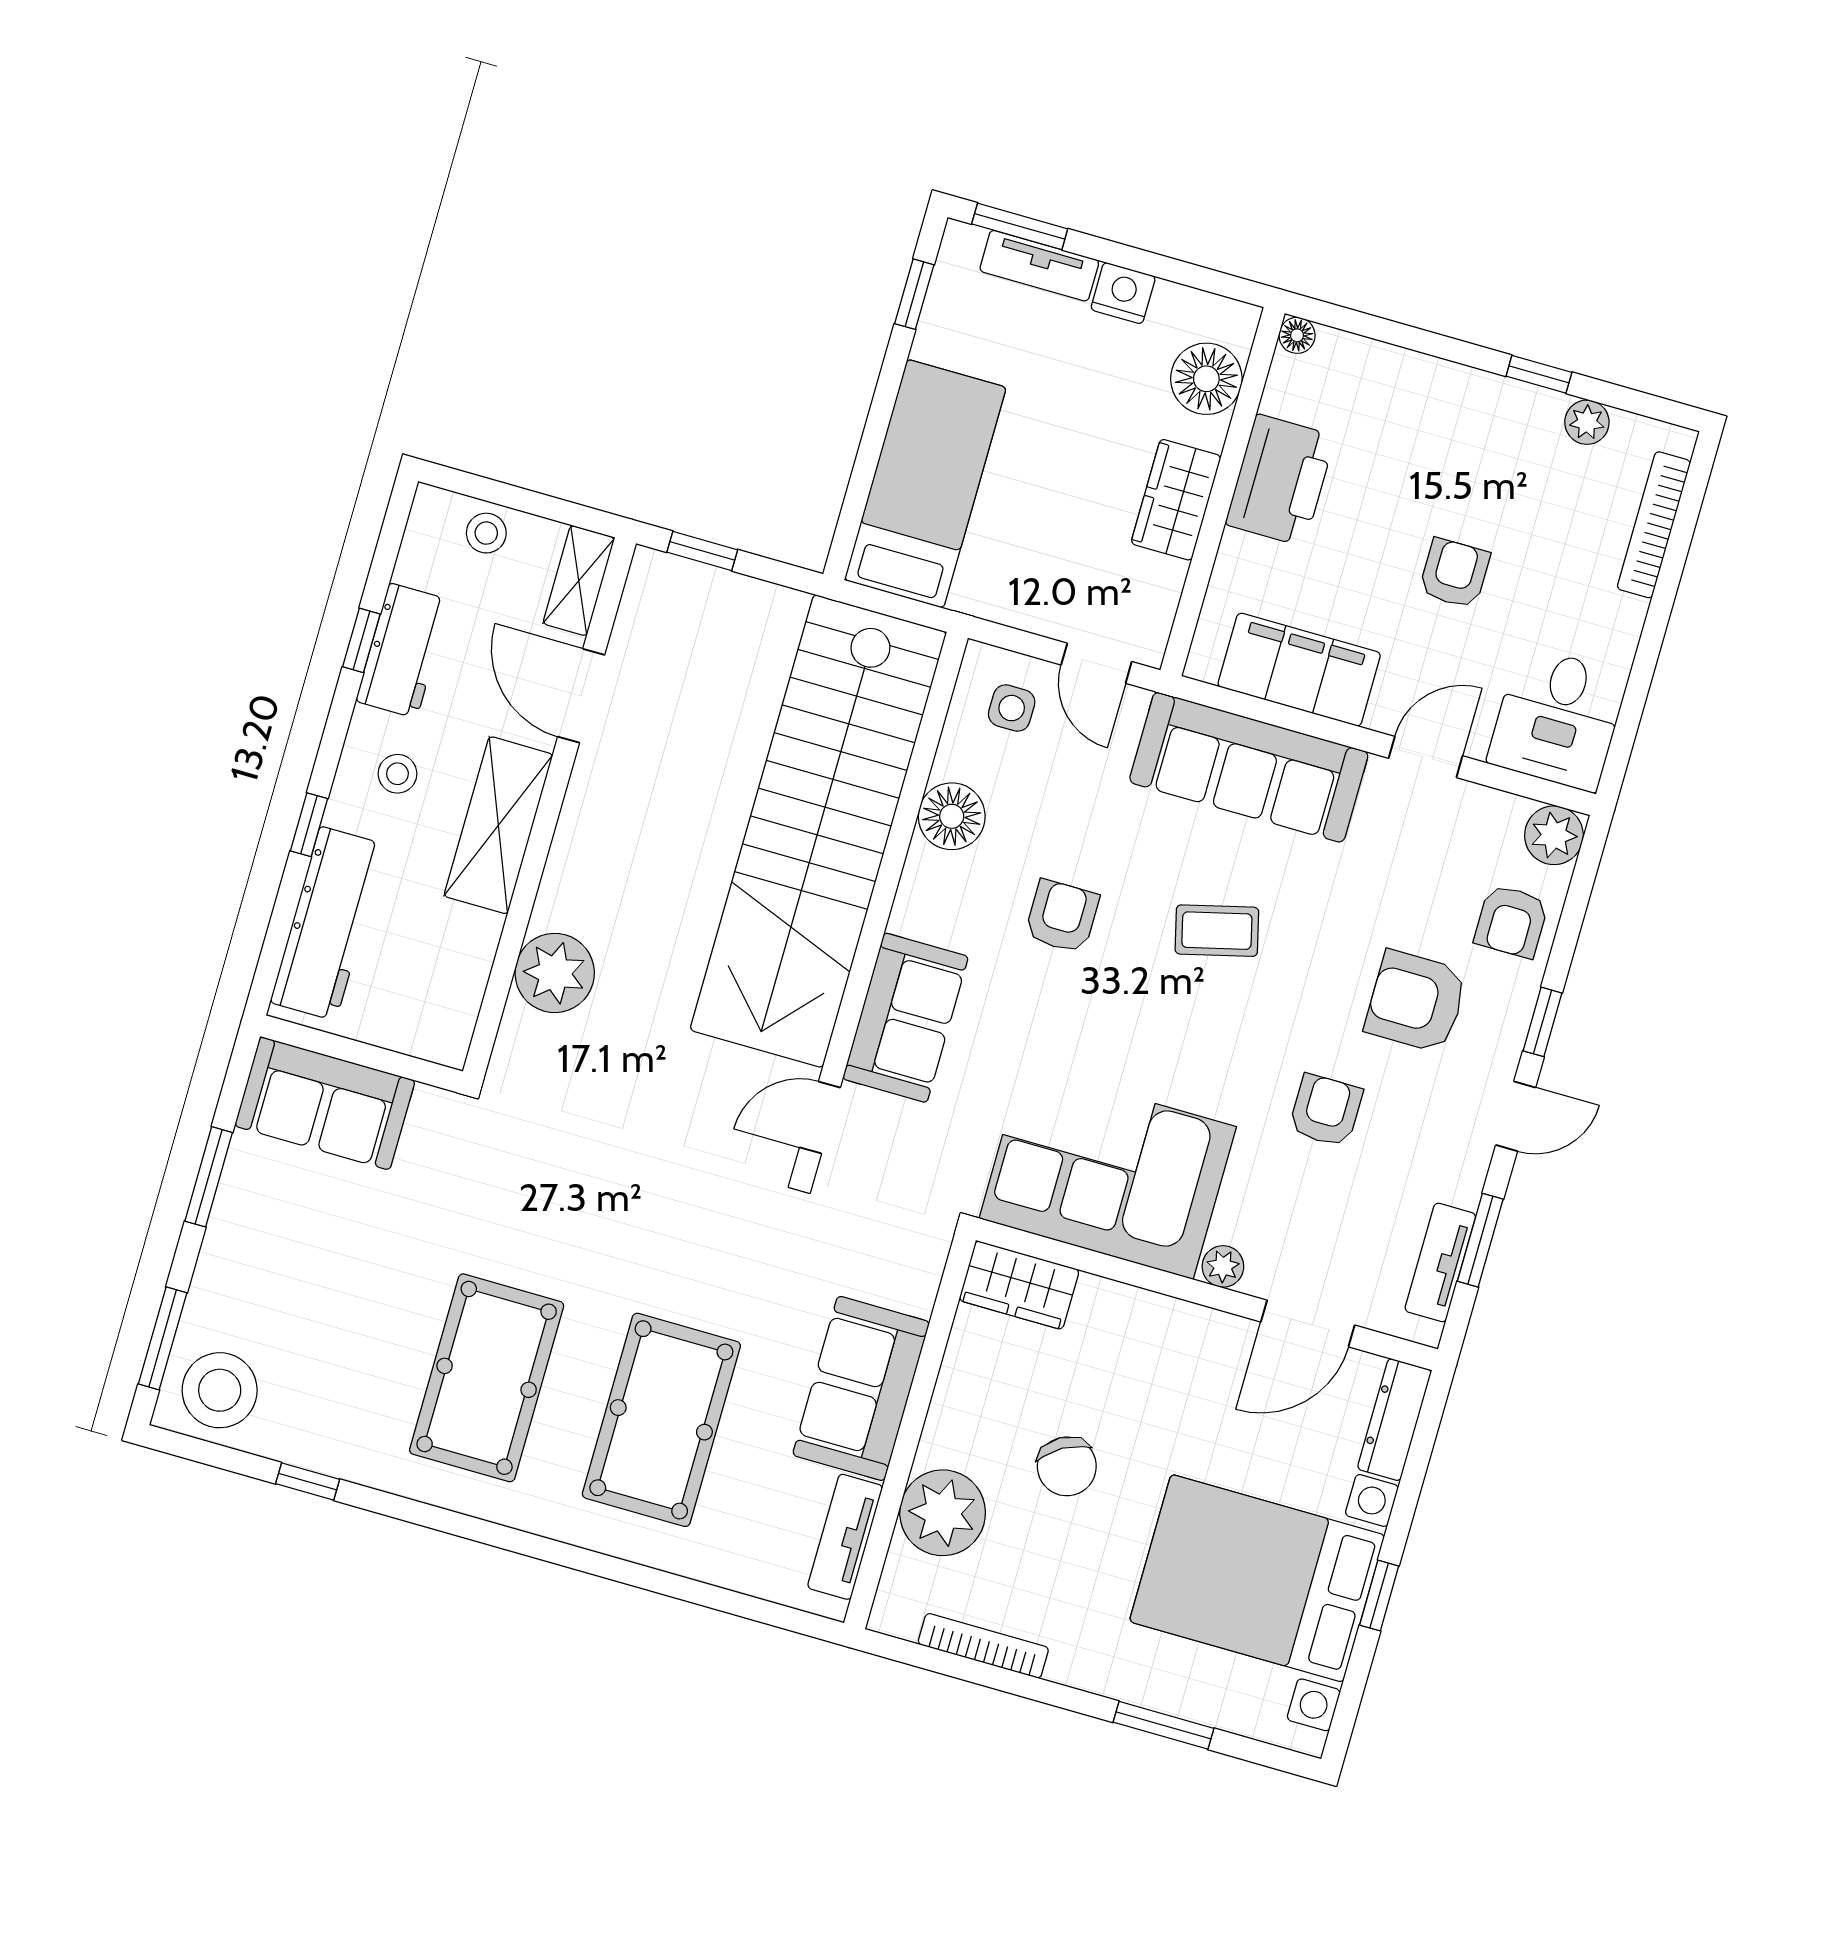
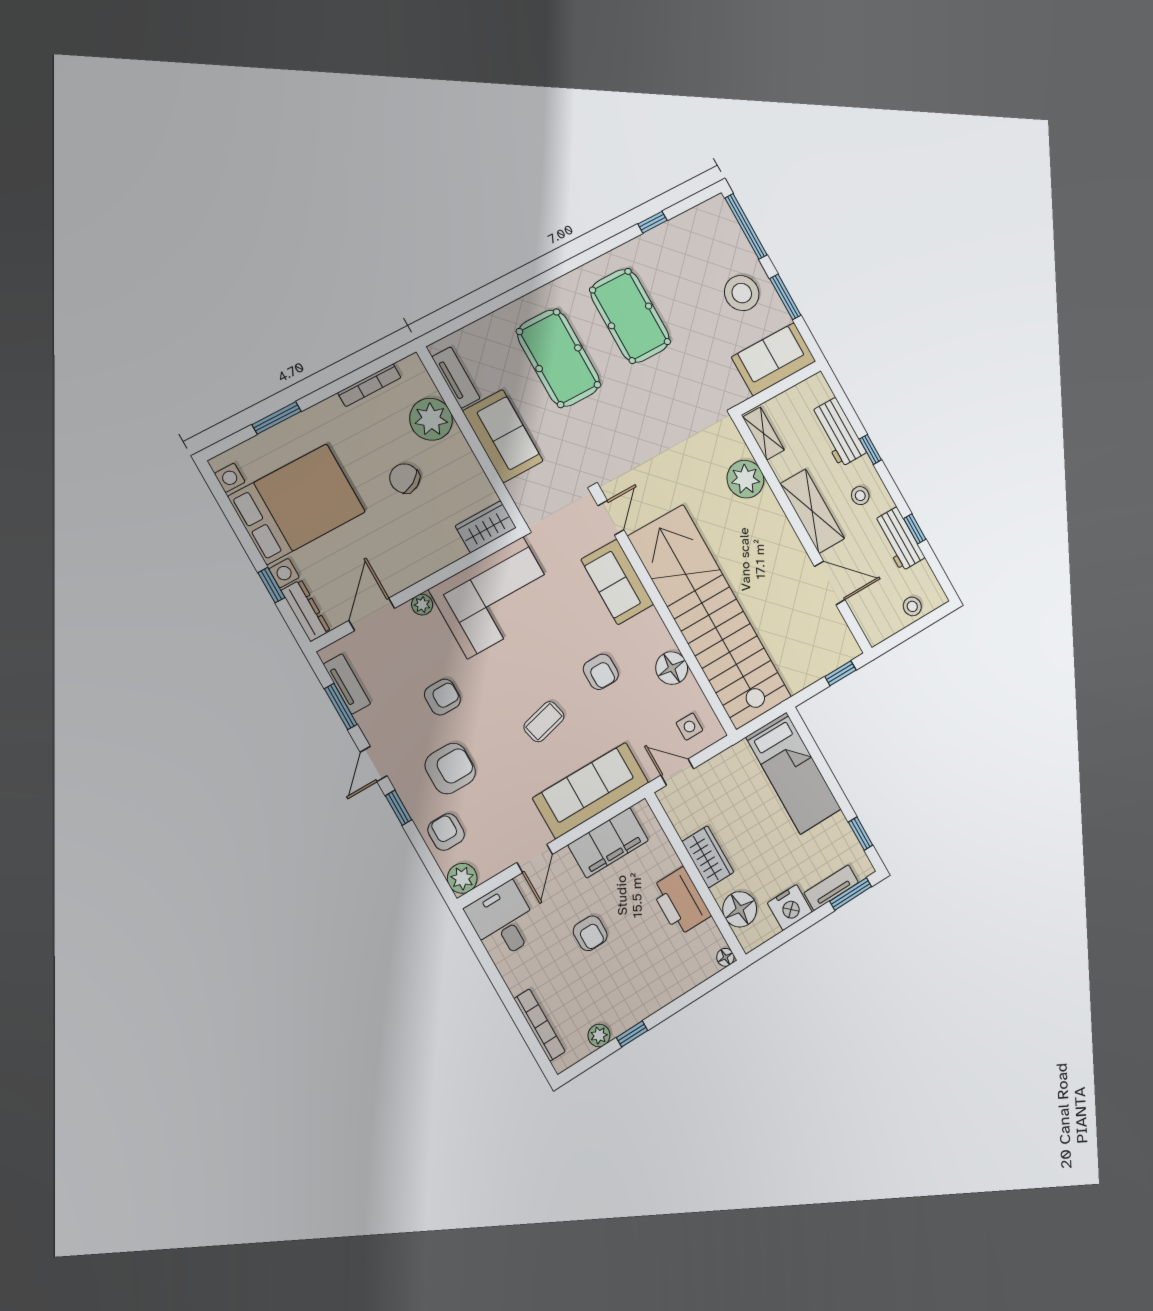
nightstand: (1123, 293) -> (790, 907), width x1.36, depth x1.33
shelving: (579, 581) -> (764, 434), moved
workbench: (328, 923) -> (838, 432), width x0.73
armchair: (1326, 1110) -> (442, 697), turned -90
window: (163, 1338) -> (746, 226), width x1.44
stool: (220, 1390) -> (742, 293), moved
window: (1379, 1596) -> (271, 585), moved

